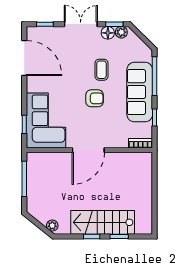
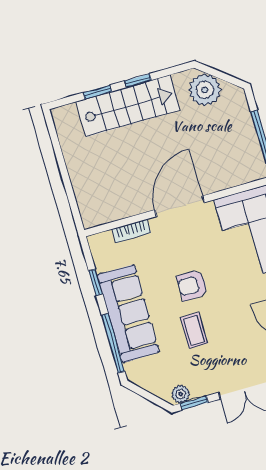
floor lamp: (108, 33) -> (200, 387), removed
bookcase: (141, 143) -> (131, 231), moved
plant: (52, 226) -> (205, 90), width x1.88, depth x1.88

